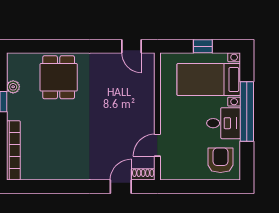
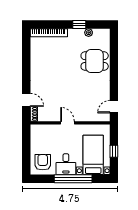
door: (157, 145) -> (68, 123), moved
armchair: (220, 160) -> (43, 162), turned -90

